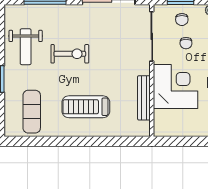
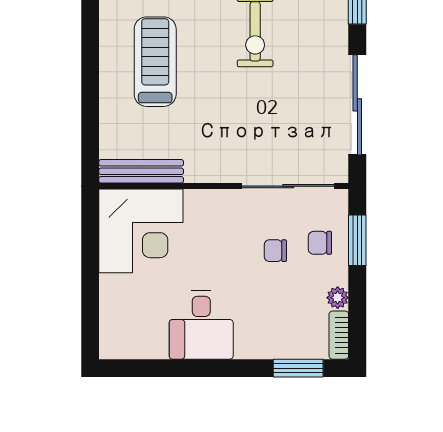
corner desk: (176, 87) -> (141, 231), moved
bench: (144, 98) -> (141, 171), moved

